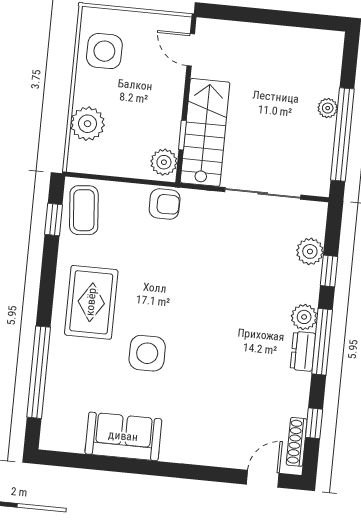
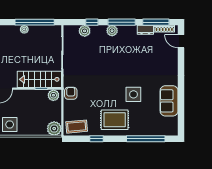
plant: (88, 124) -> (54, 129), moved
window: (54, 220) -> (97, 139), moved
dresser: (303, 351) -> (145, 30), moved
window: (314, 423) -> (156, 22), width x2.17

